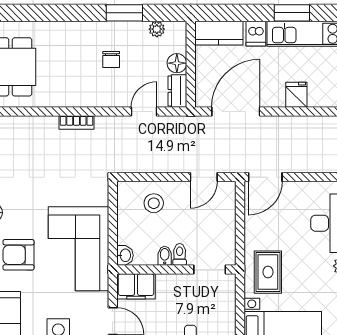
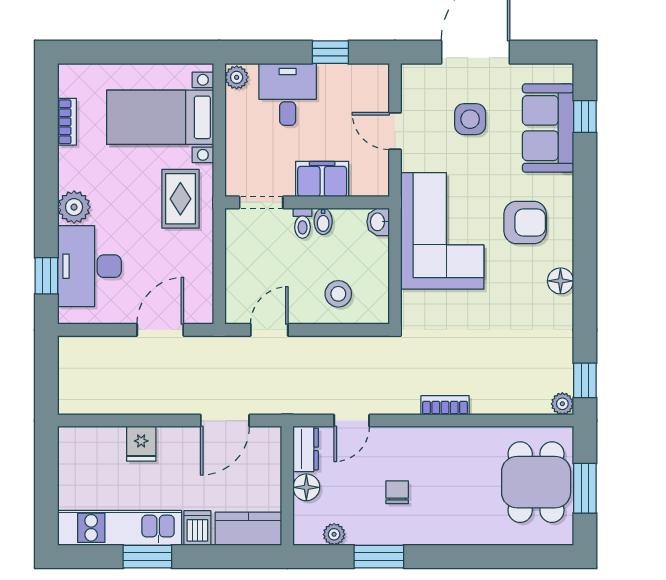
door: (236, 111) -> (225, 421), width x0.73
door: (265, 177) -> (160, 330), moved
filing cabinet: (136, 286) -> (322, 179), moved

